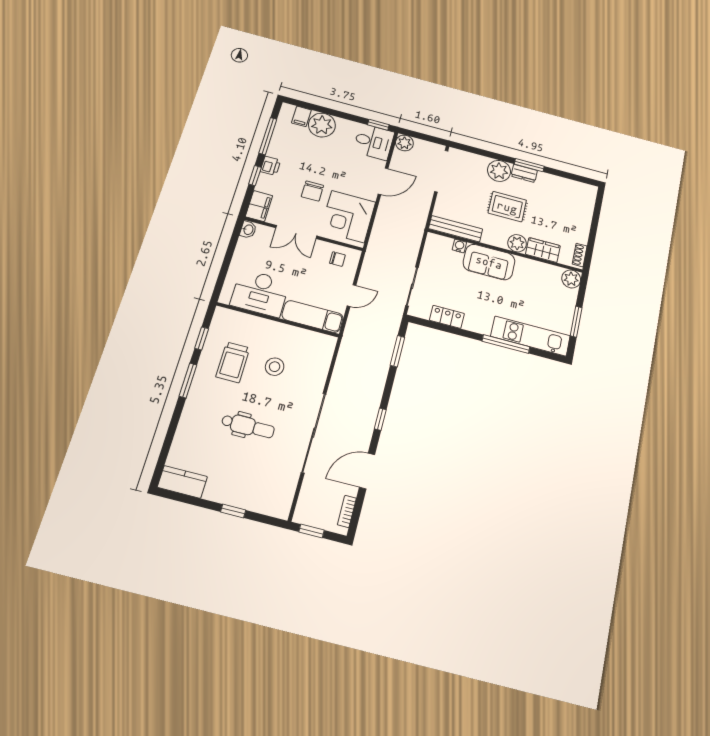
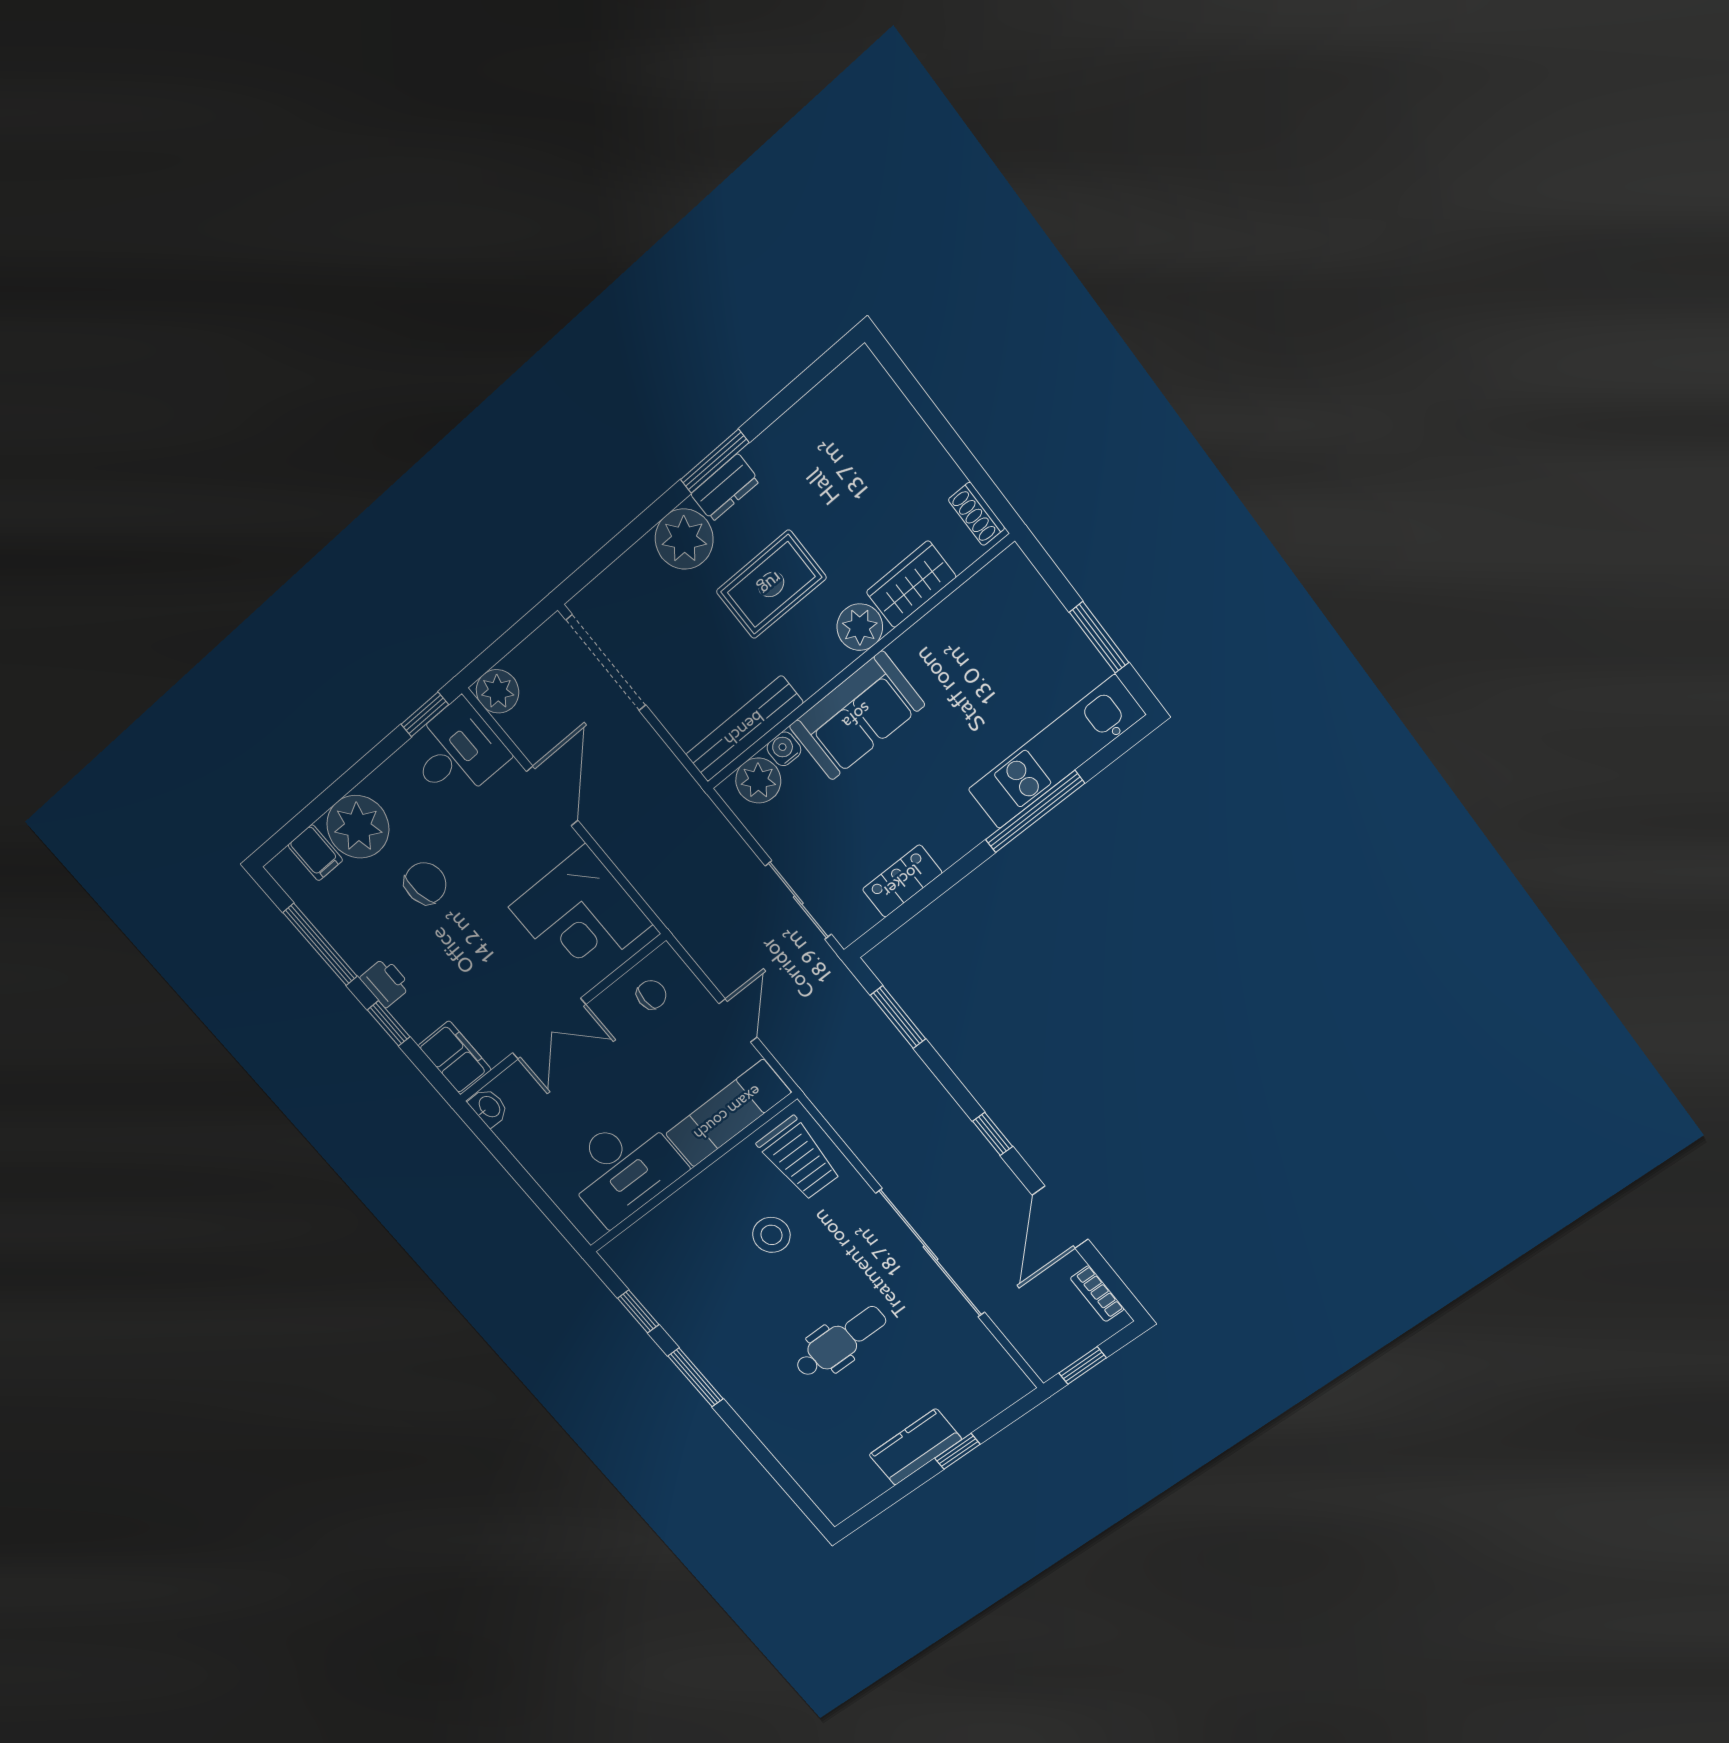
chair: (312, 191) -> (425, 883), moved, turned -98
plant: (571, 279) -> (758, 780), moved
trolley: (233, 362) -> (799, 1158), moved
kitchen counter: (182, 482) -> (915, 1447), moved

